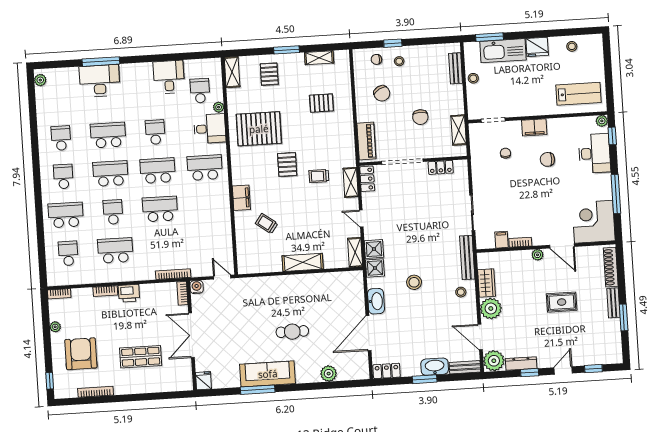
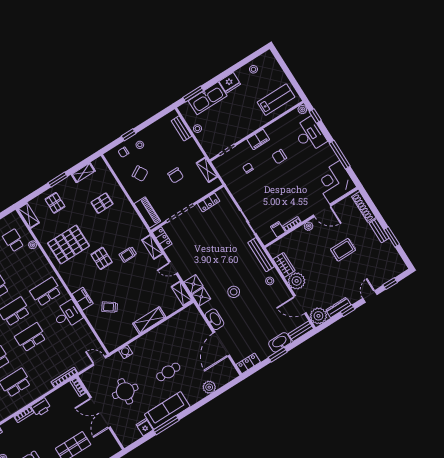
desk: (210, 129) -> (67, 315), moved
water cooler: (197, 287) -> (126, 352), moved
round table: (232, 327) -> (125, 391), added
fridge: (203, 381) -> (145, 427), moved

